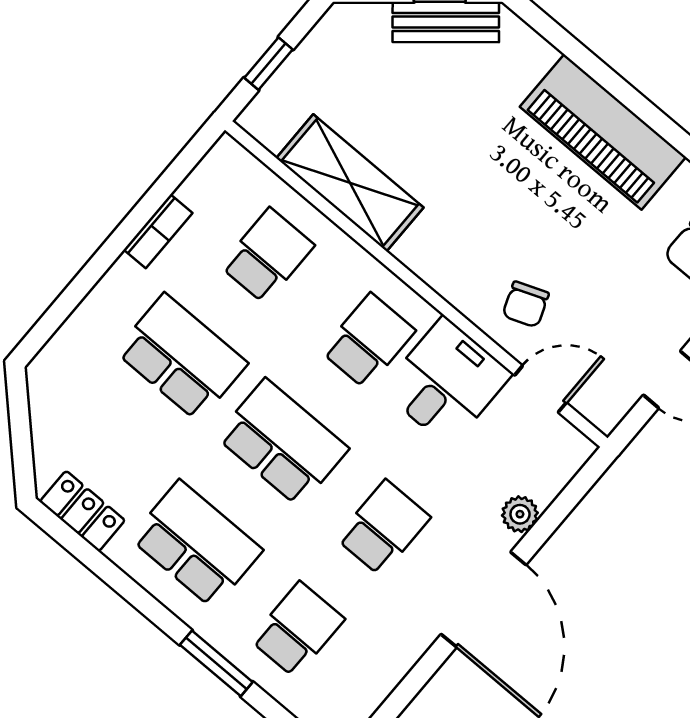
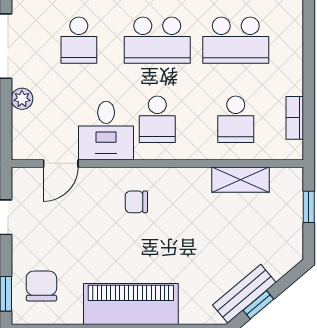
shelving: (350, 183) -> (240, 180), width x0.67, depth x0.75
bookcase: (158, 231) -> (295, 118), moved
chair: (526, 304) -> (136, 202), moved, turned -69

